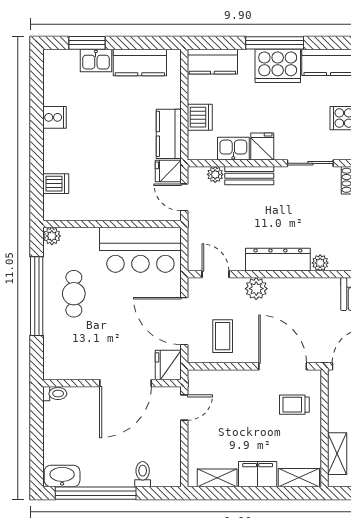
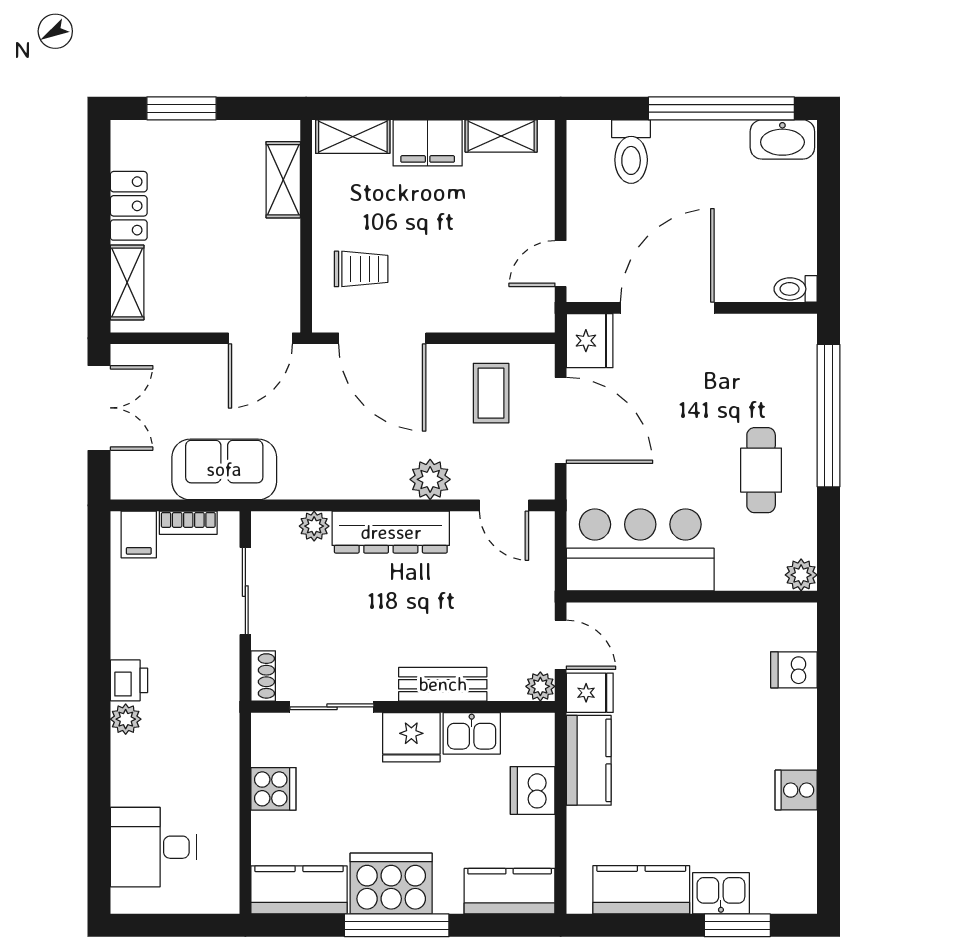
fridge: (262, 147) -> (411, 737), width x1.38
plant: (215, 174) -> (540, 686), moved
window: (37, 296) -> (829, 416), moved
toilet: (143, 474) -> (631, 152), width x1.37, depth x1.39

